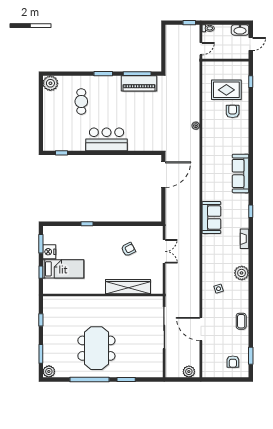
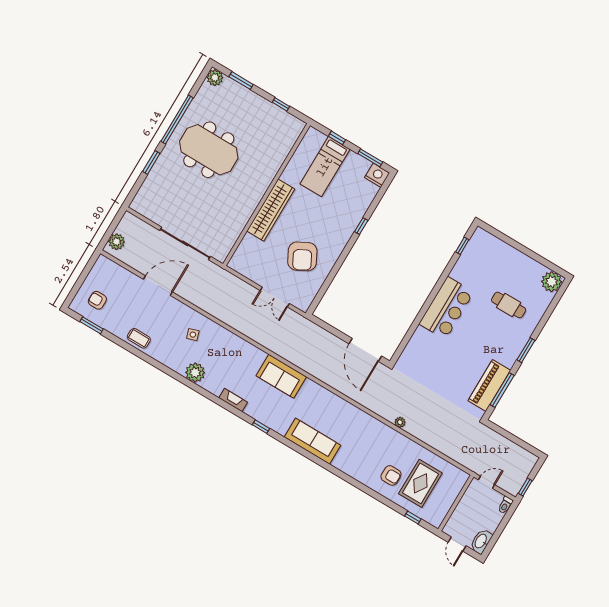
door: (201, 49) -> (487, 482), swing flipped
armchair: (128, 249) -> (302, 256), width x1.88, depth x1.88
nightstand: (49, 252) -> (377, 175), moved
wardrobe: (128, 287) -> (271, 210), moved

